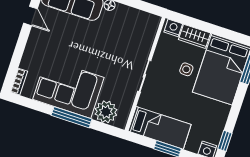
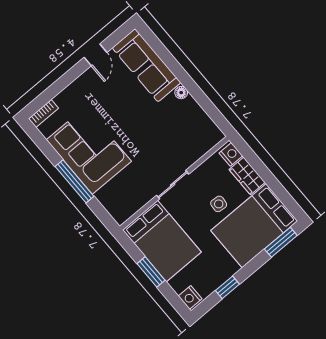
plant: (106, 112) -> (112, 197), removed
bed: (160, 128) -> (162, 241), width x1.50
window: (225, 141) -> (227, 287), moved

